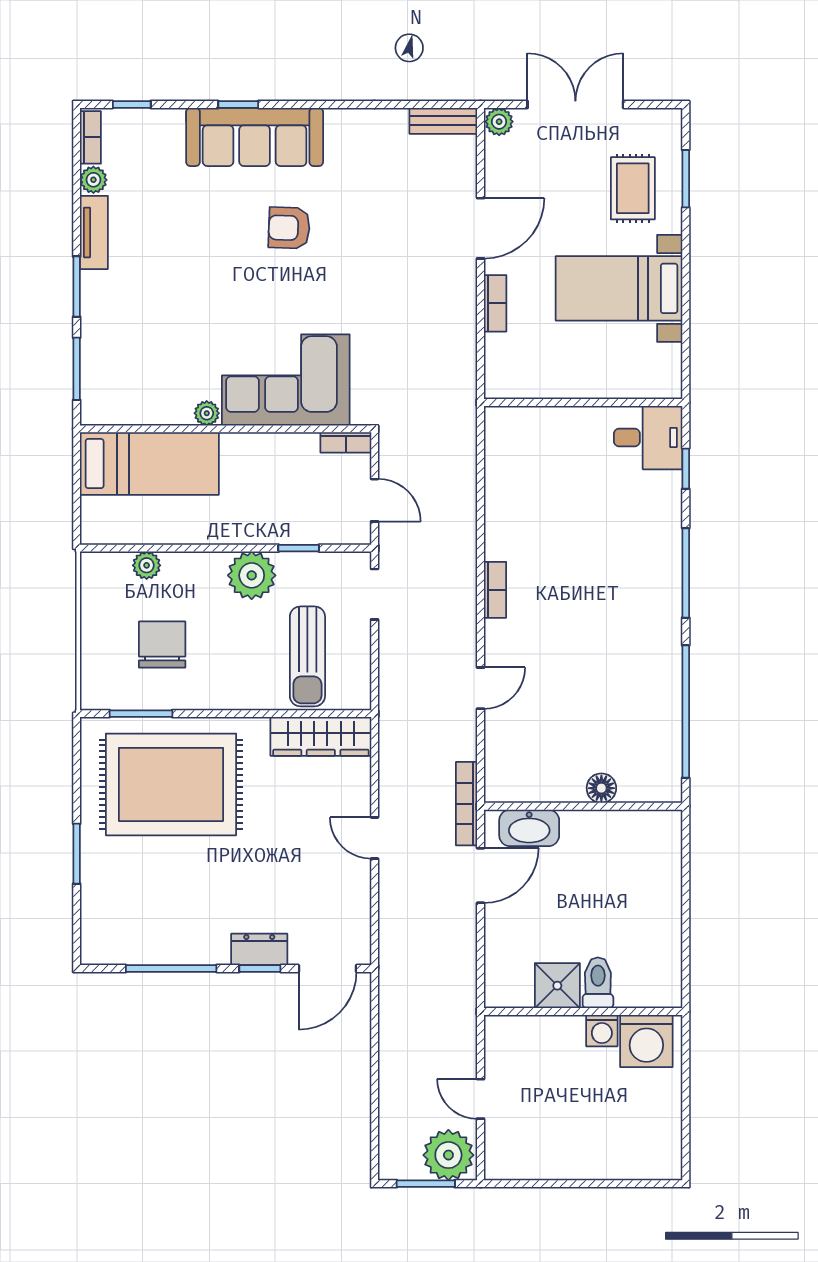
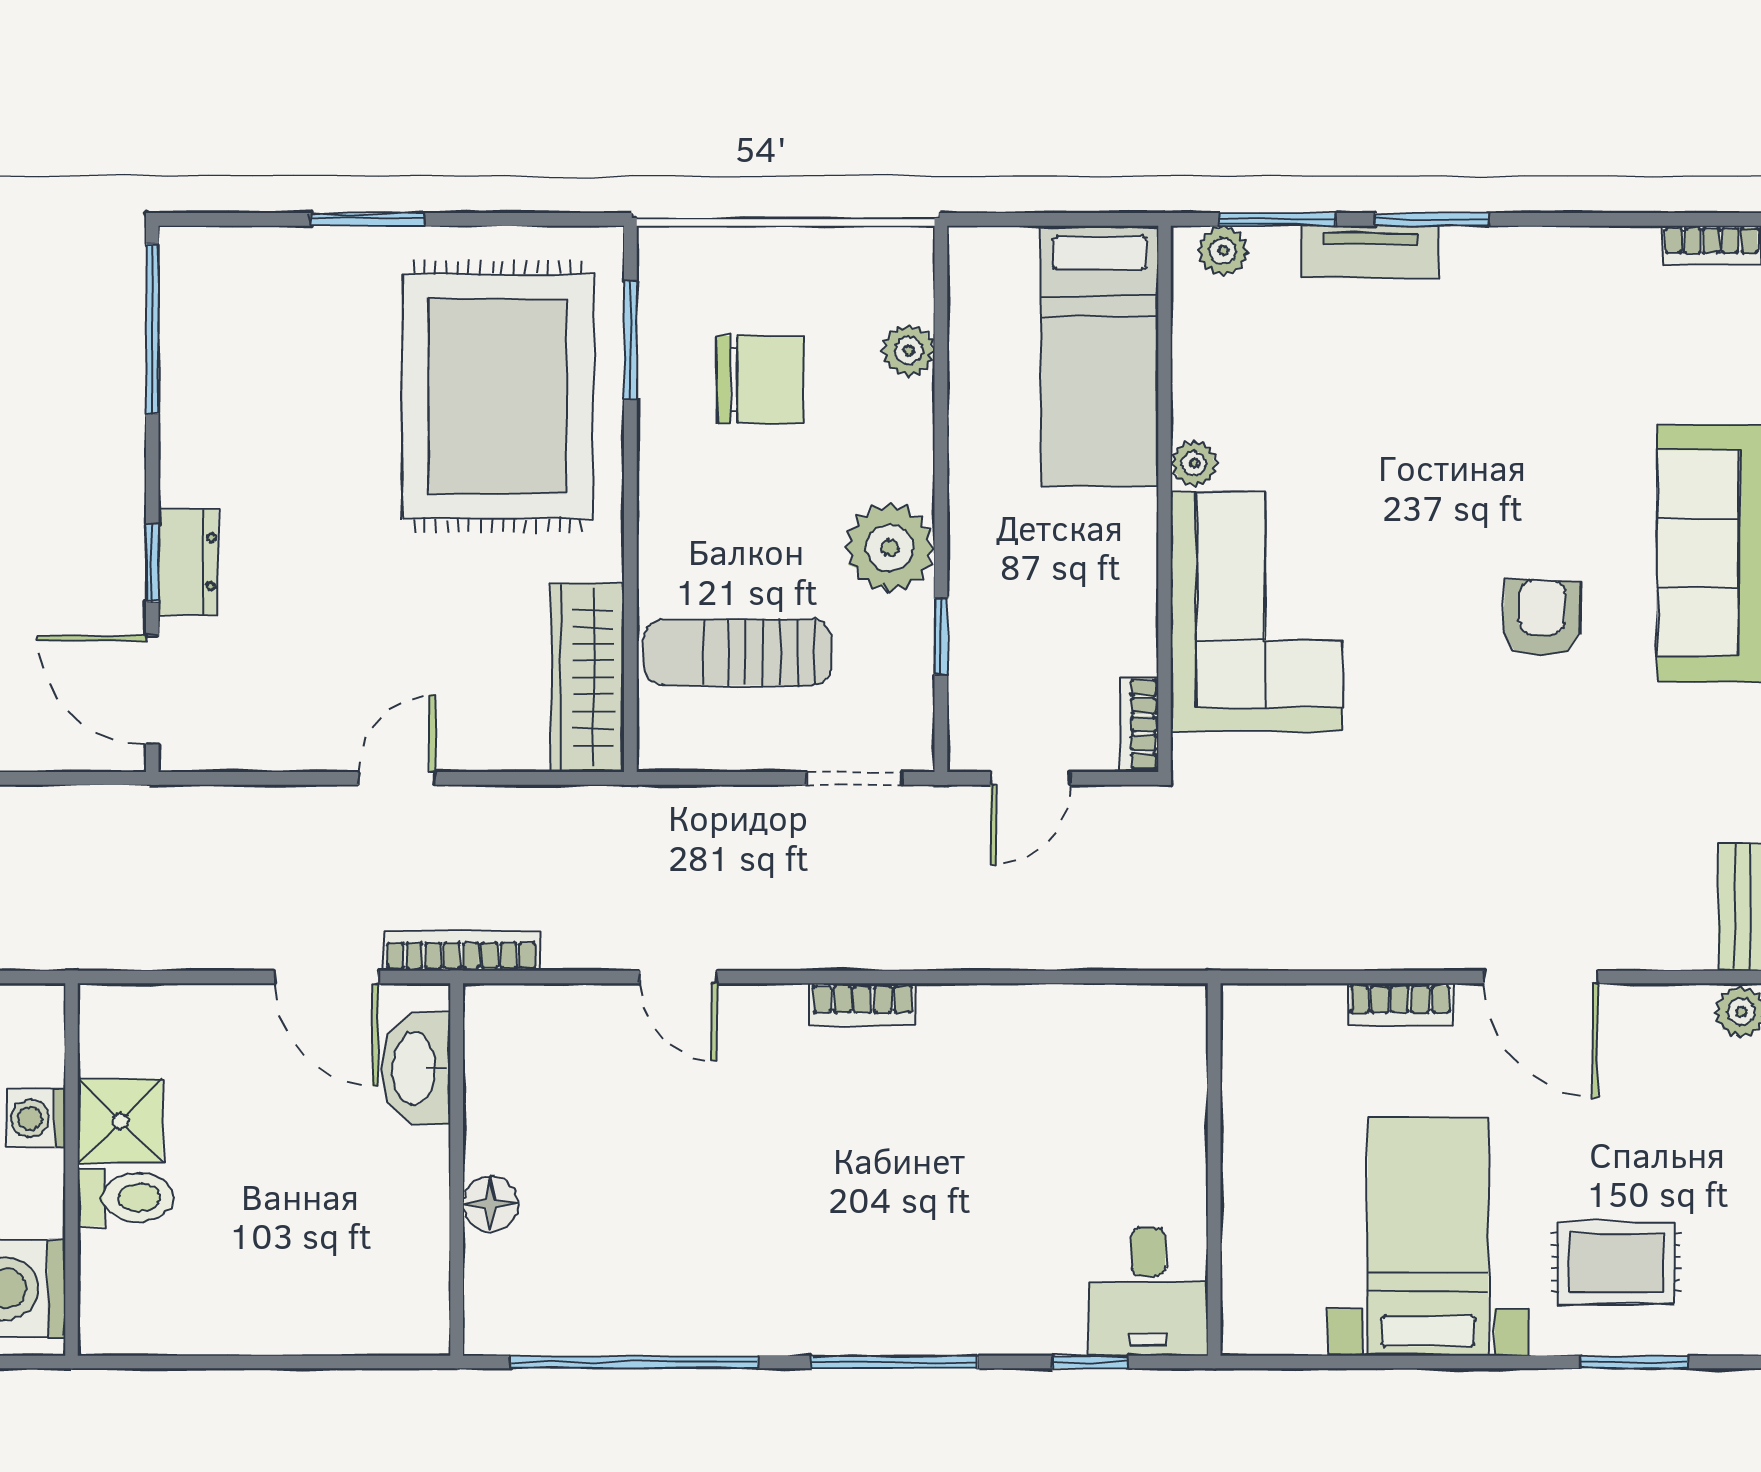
plant: (93, 180) -> (1223, 251), moved
tv unit: (94, 232) -> (1370, 252), moved
window: (171, 968) -> (152, 329), moved
washing machine: (602, 1031) -> (36, 1118), moved

